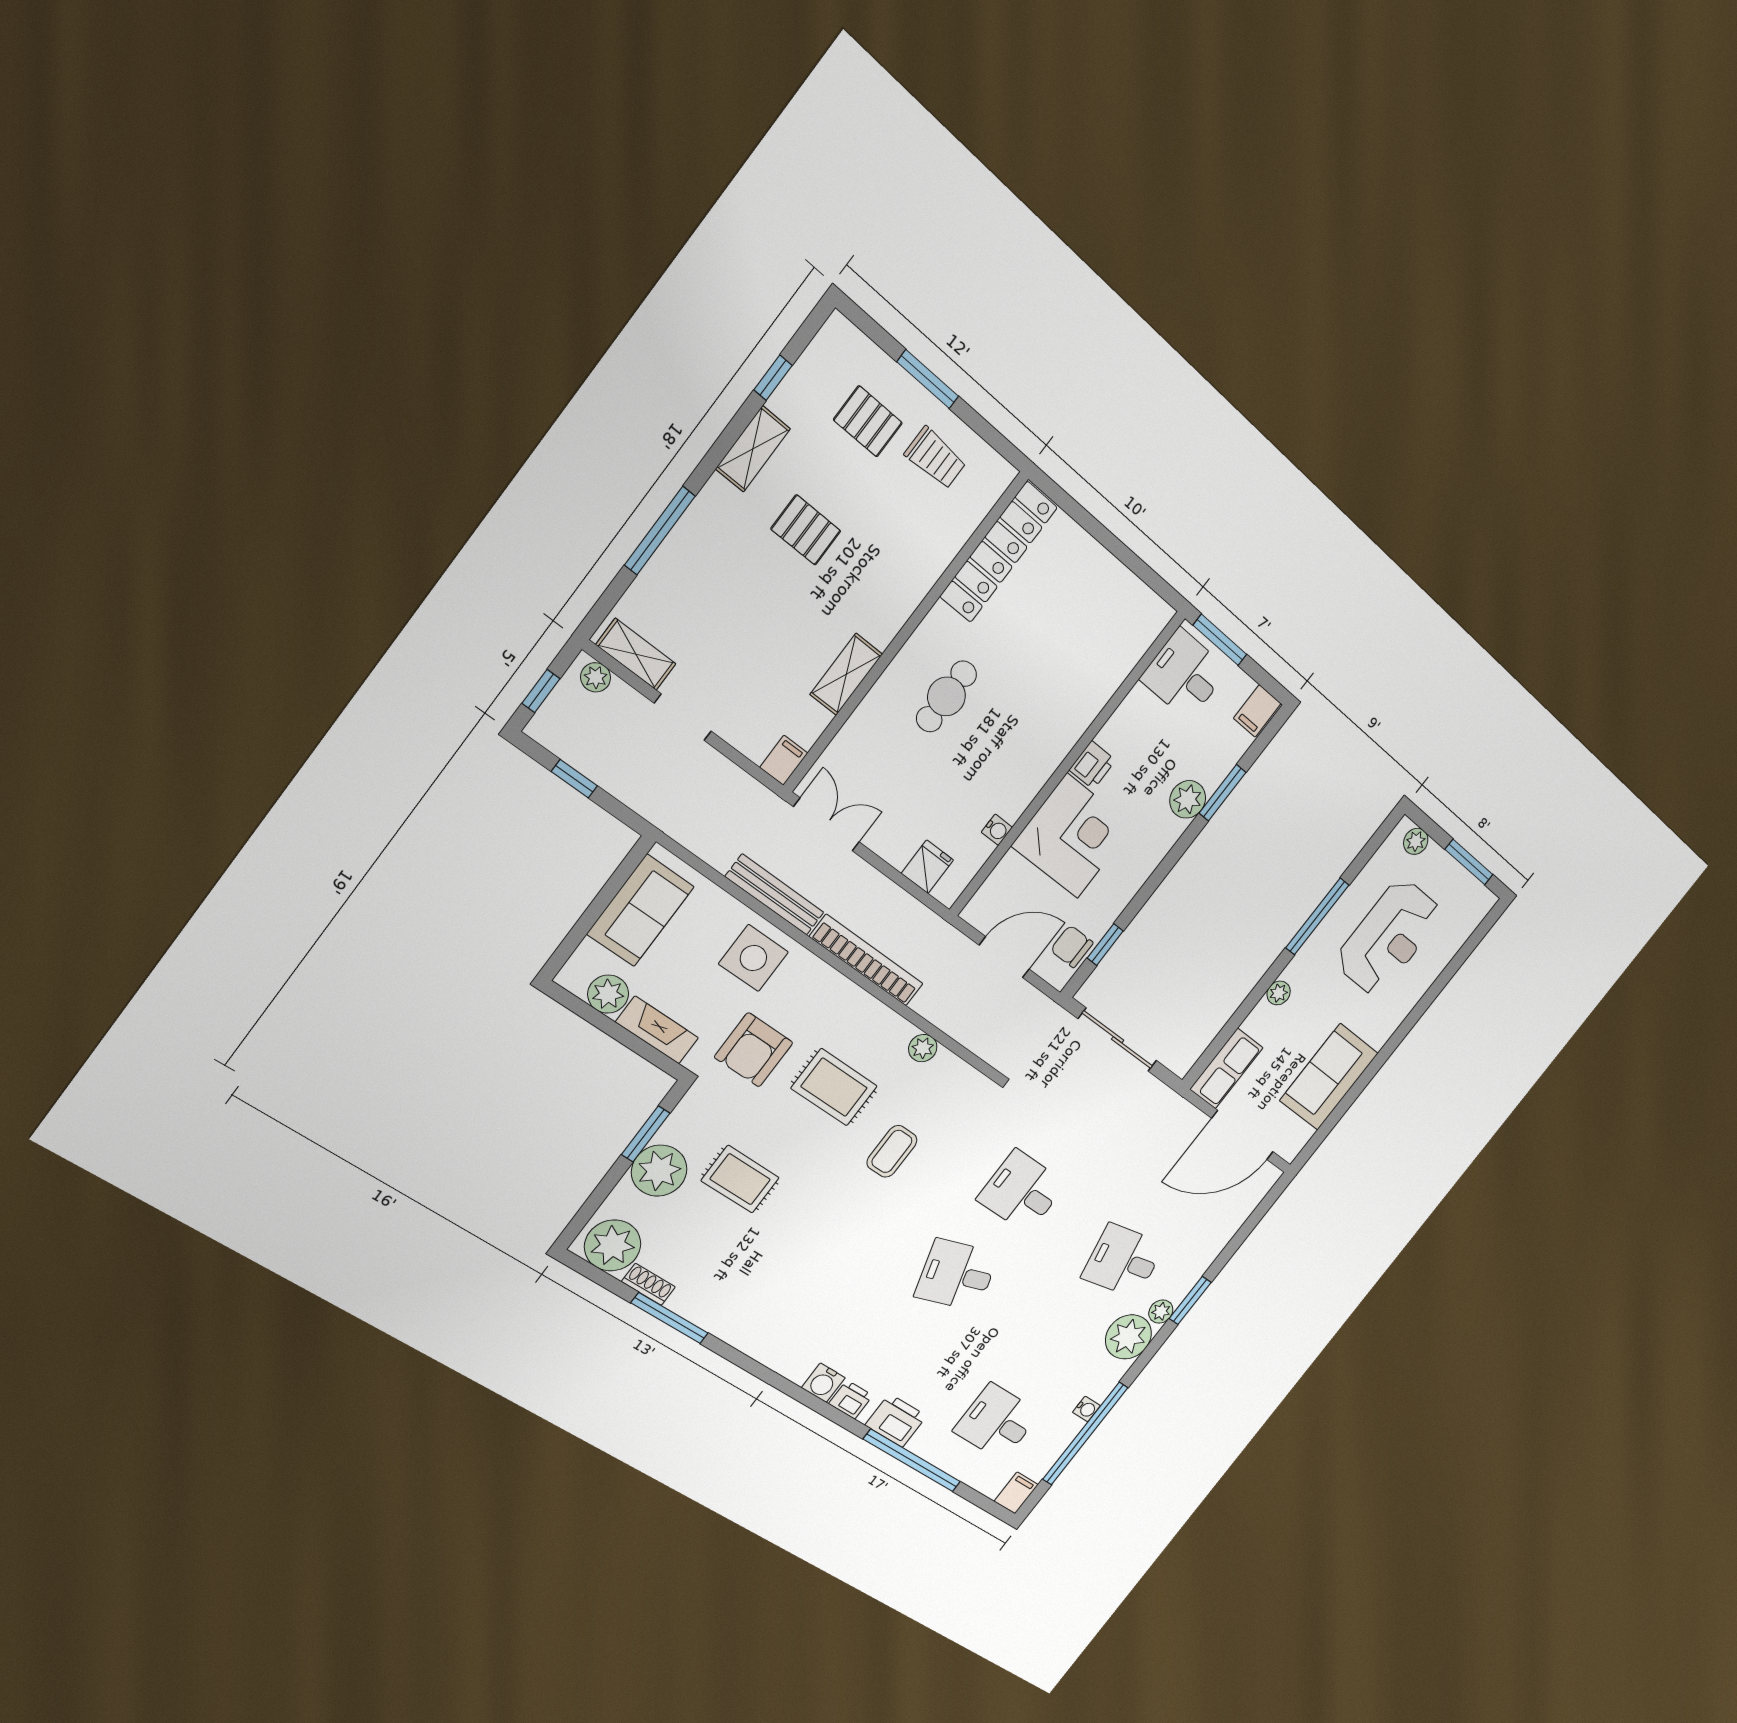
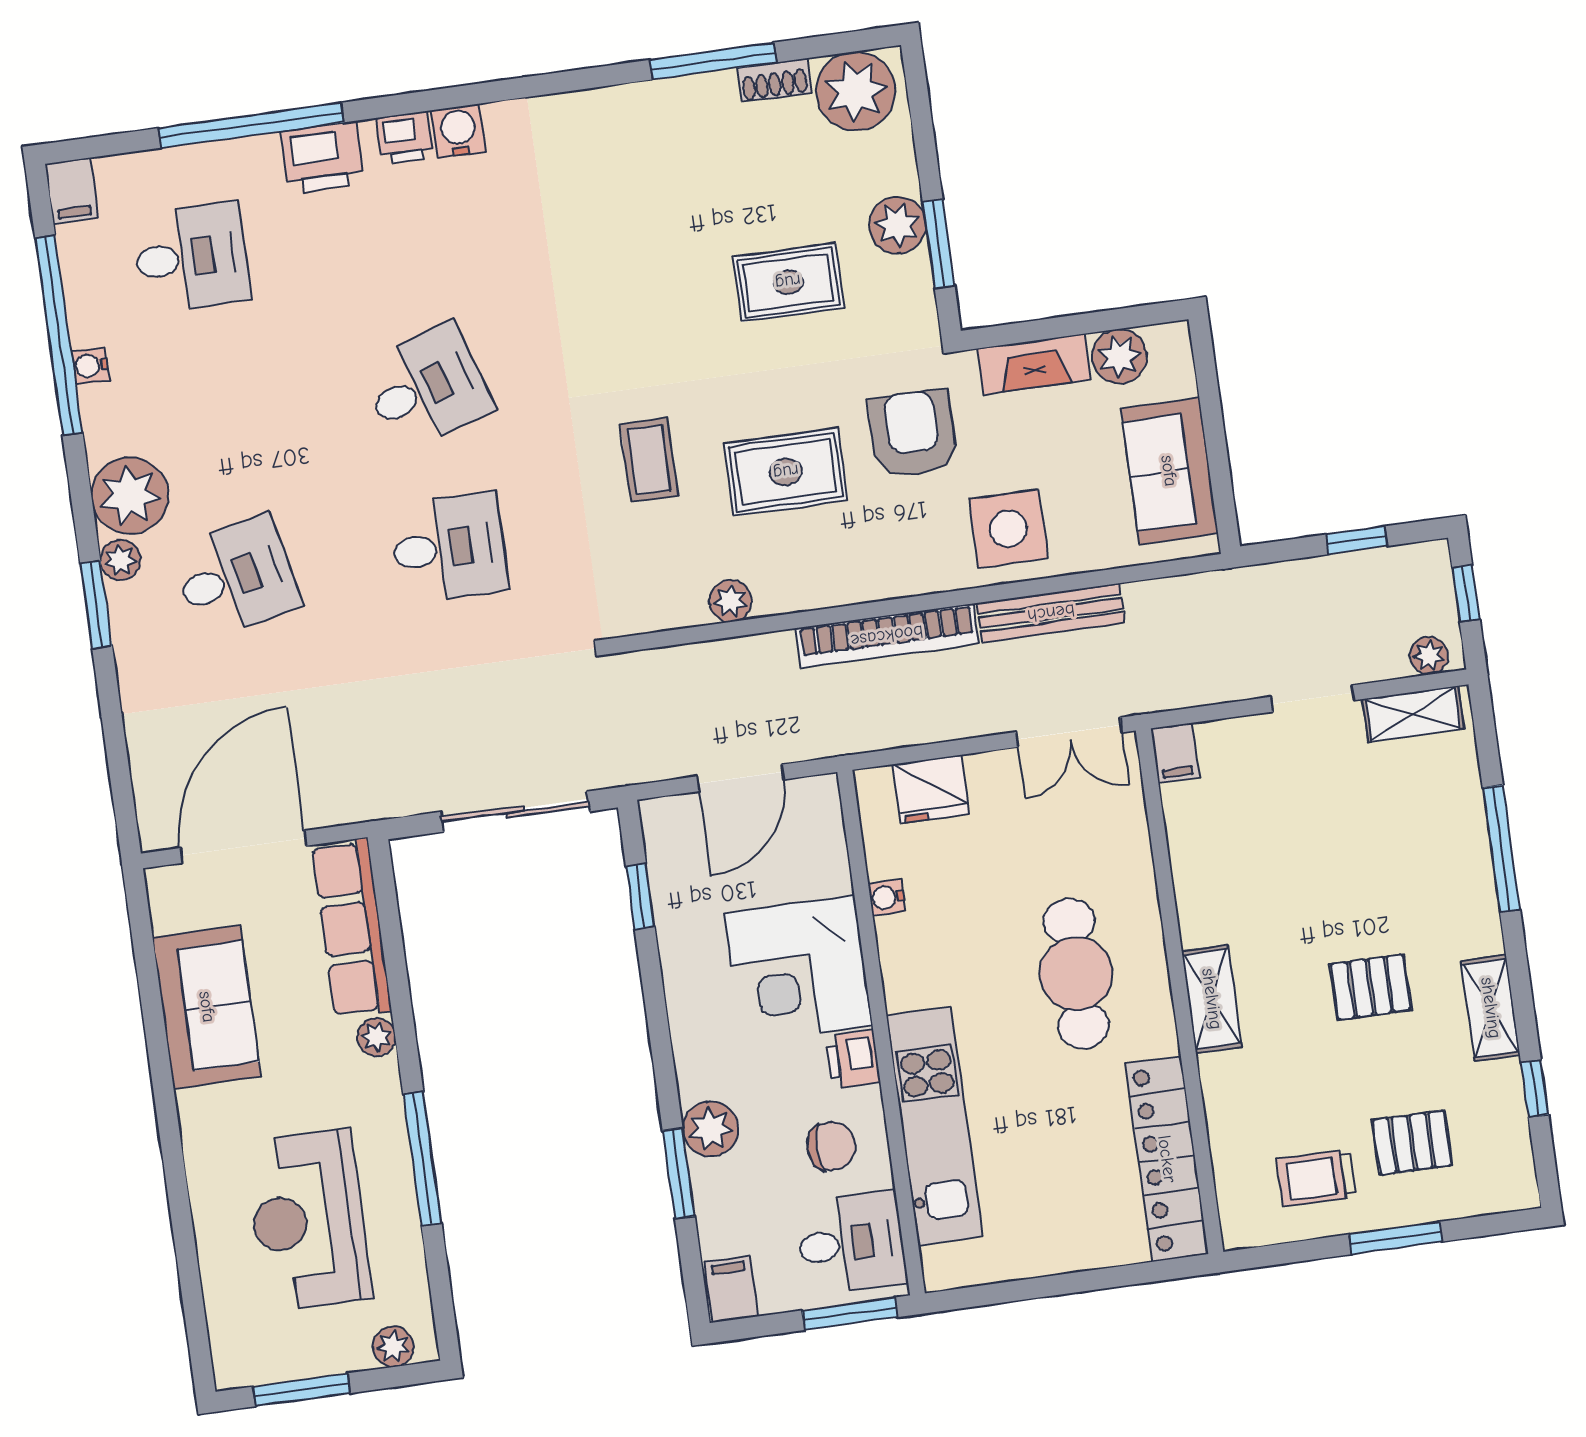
shelving: (846, 674) -> (1212, 999), moved
kitchen unit: (1089, 691) -> (935, 1126), added
cafe table: (946, 696) -> (1076, 974), width x1.37, depth x1.35
fridge: (927, 867) -> (931, 789), width x1.38
chair: (1072, 946) -> (831, 1146), moved
row of seats: (1226, 1068) -> (352, 928), width x1.48
plant: (659, 1171) -> (897, 225), width x0.73, depth x0.73

